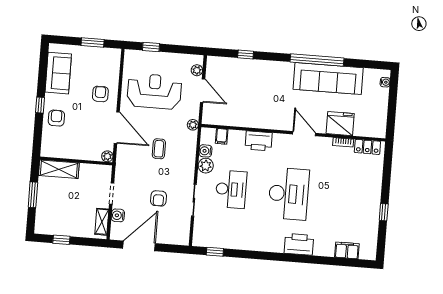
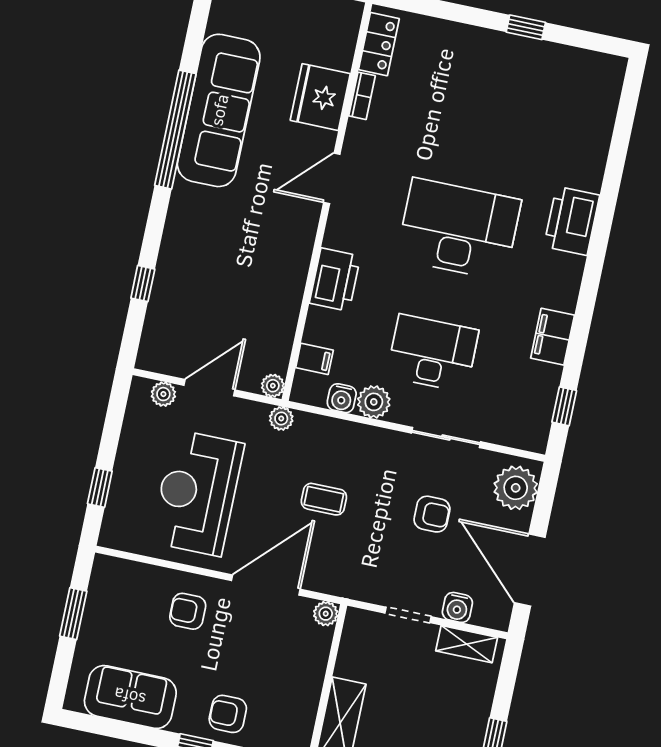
plant: (207, 119) -> (273, 386), added
plant: (175, 235) -> (516, 488), added
filing cabinet: (347, 250) -> (553, 337), moved

